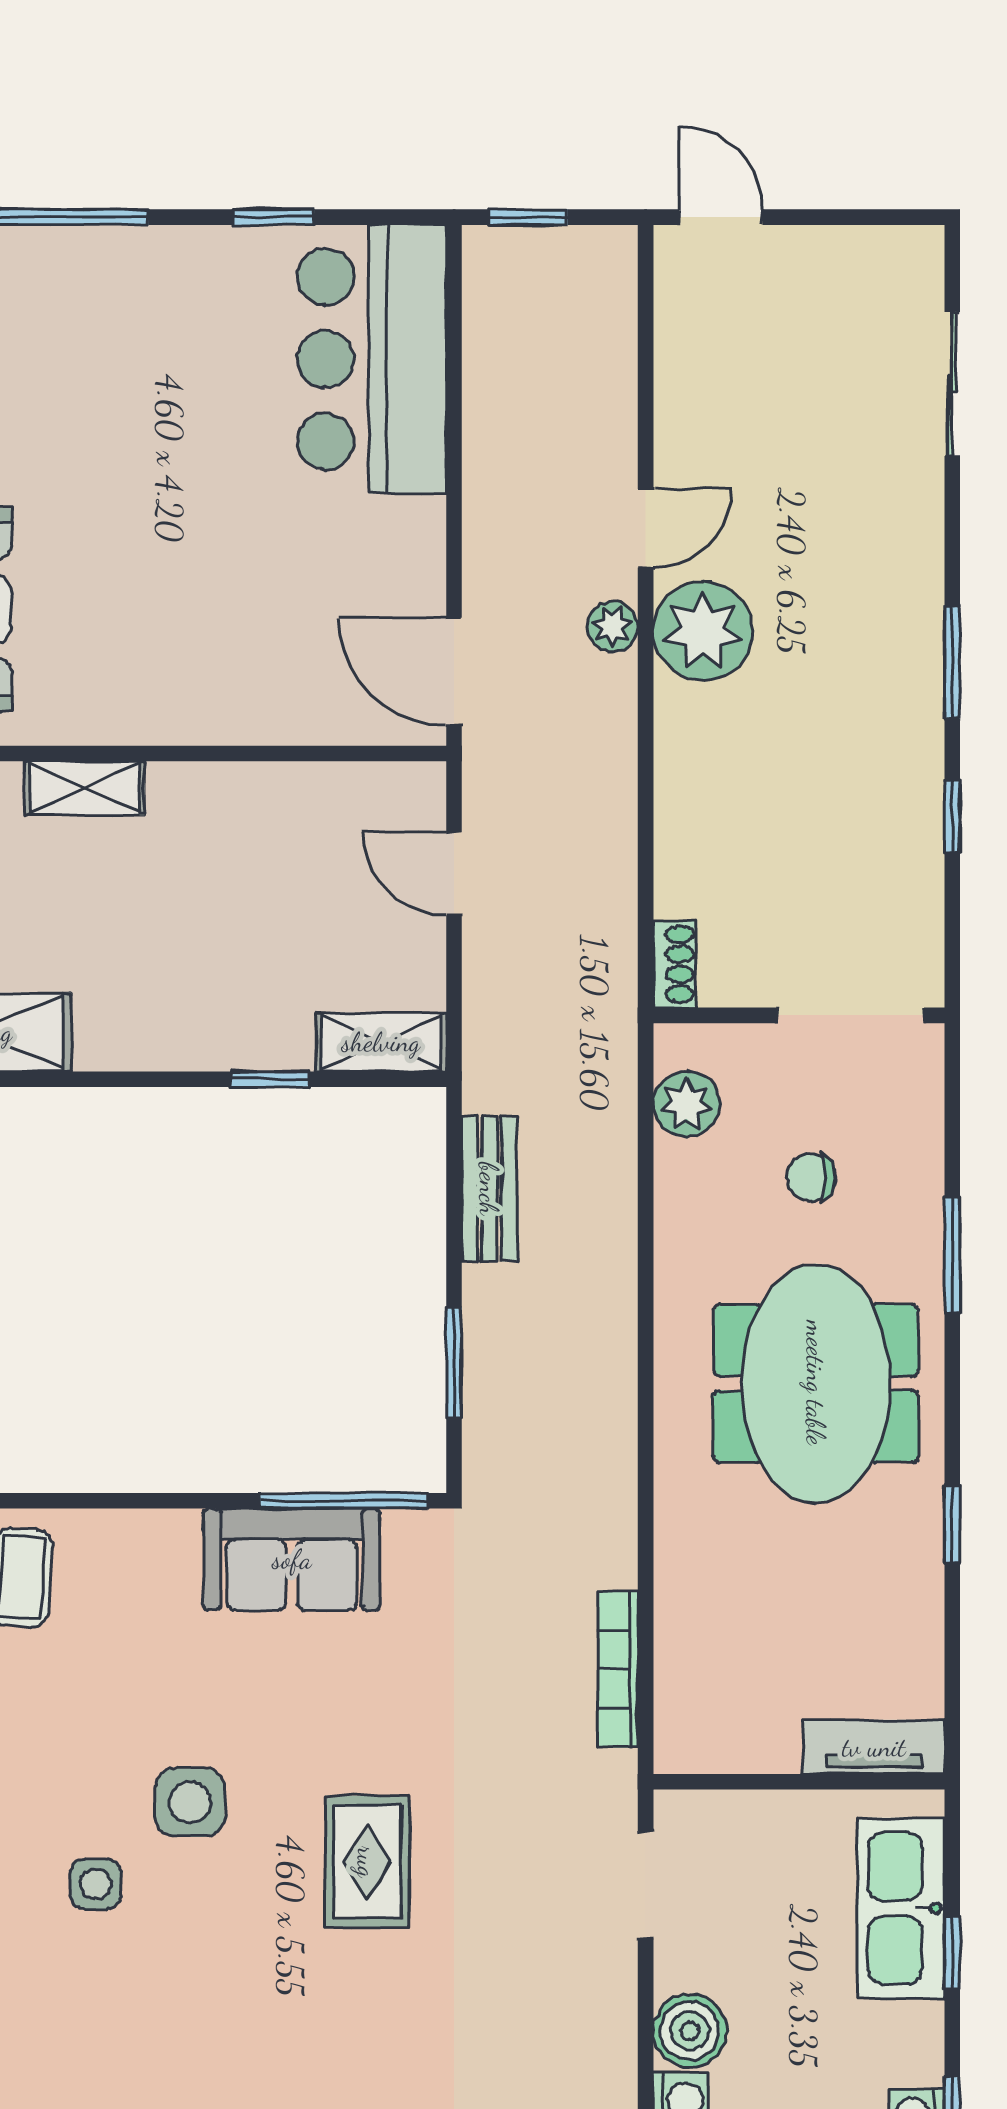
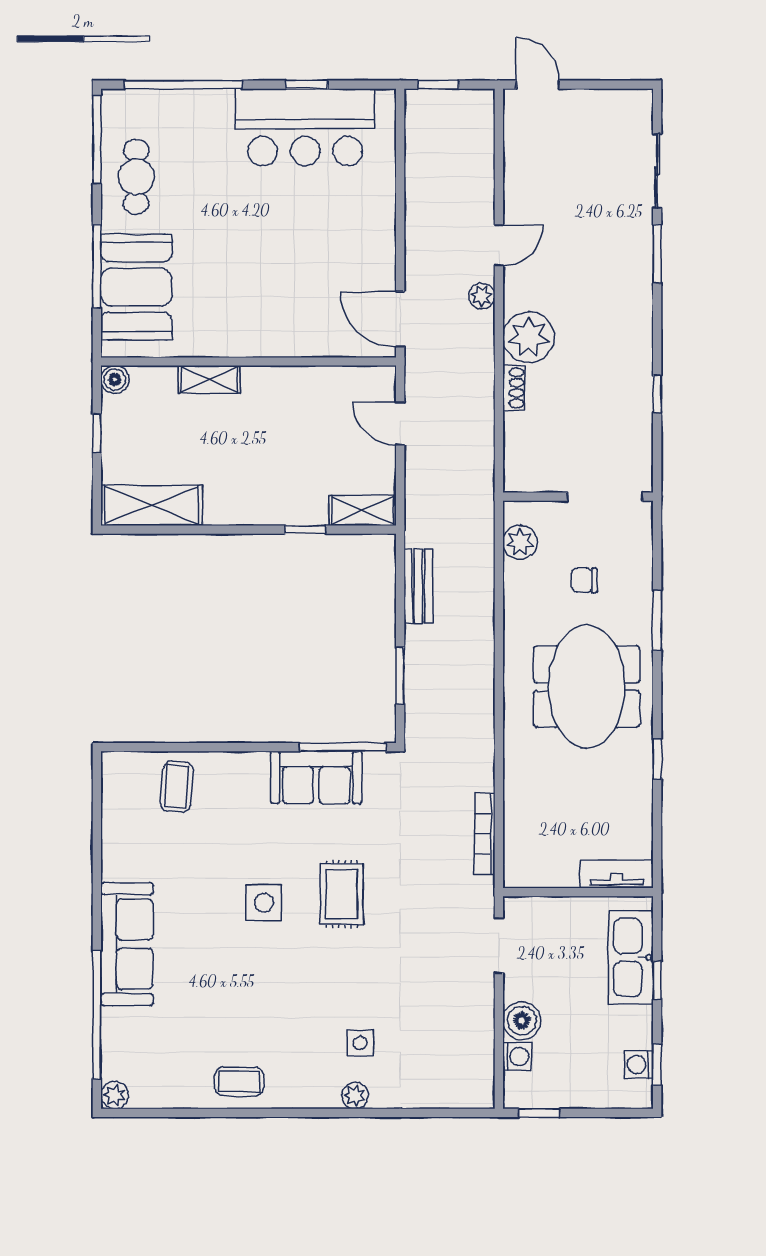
bar counter: (372, 359) -> (305, 127), moved, turned -90
plant: (703, 631) -> (528, 337), moved
window: (952, 662) -> (657, 254), moved
shoe rack: (674, 964) -> (514, 388), moved
rug: (367, 1862) -> (342, 894), moved
side table: (96, 1884) -> (360, 1043), moved

